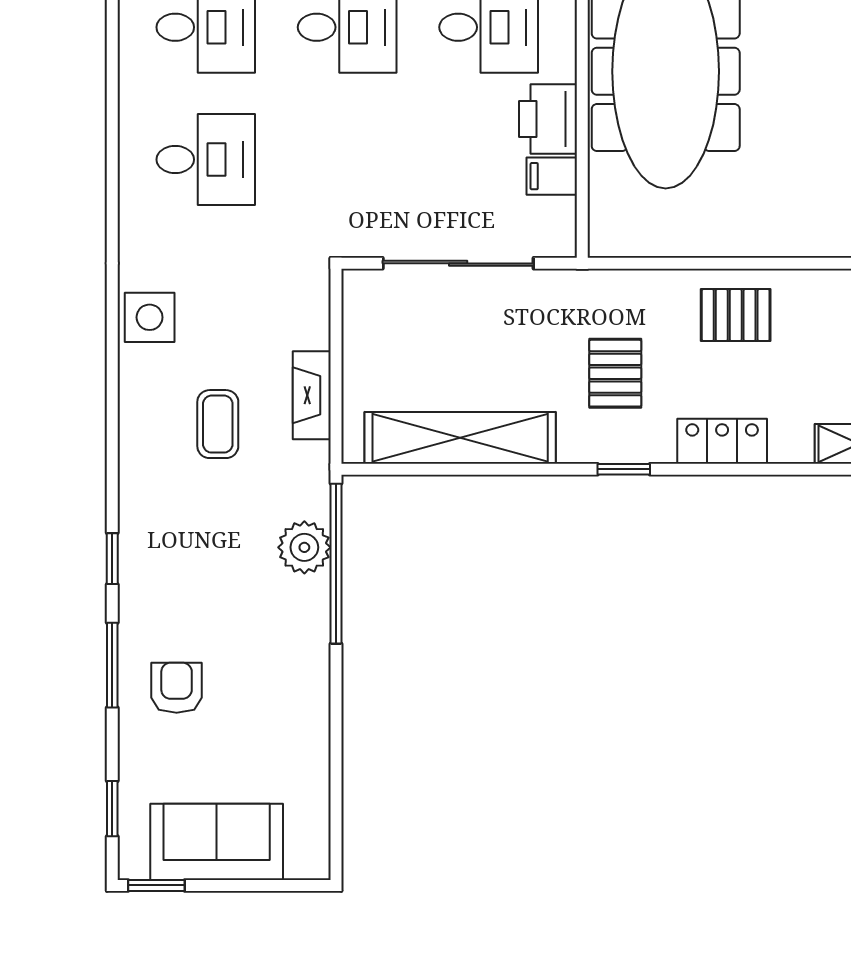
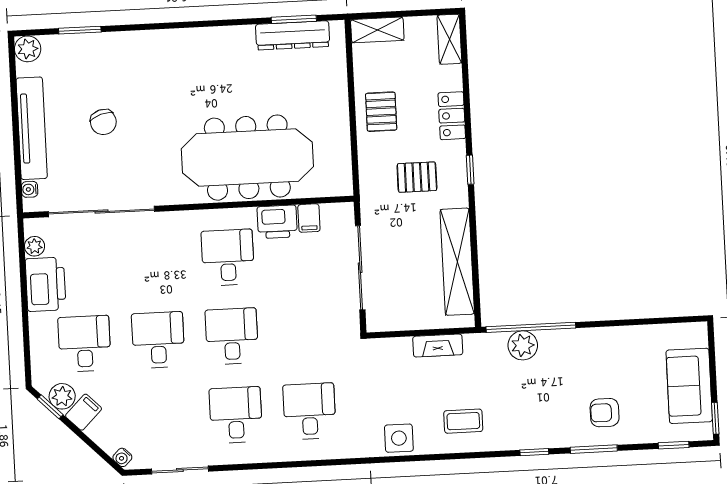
coffee table: (218, 424) -> (463, 421), moved

